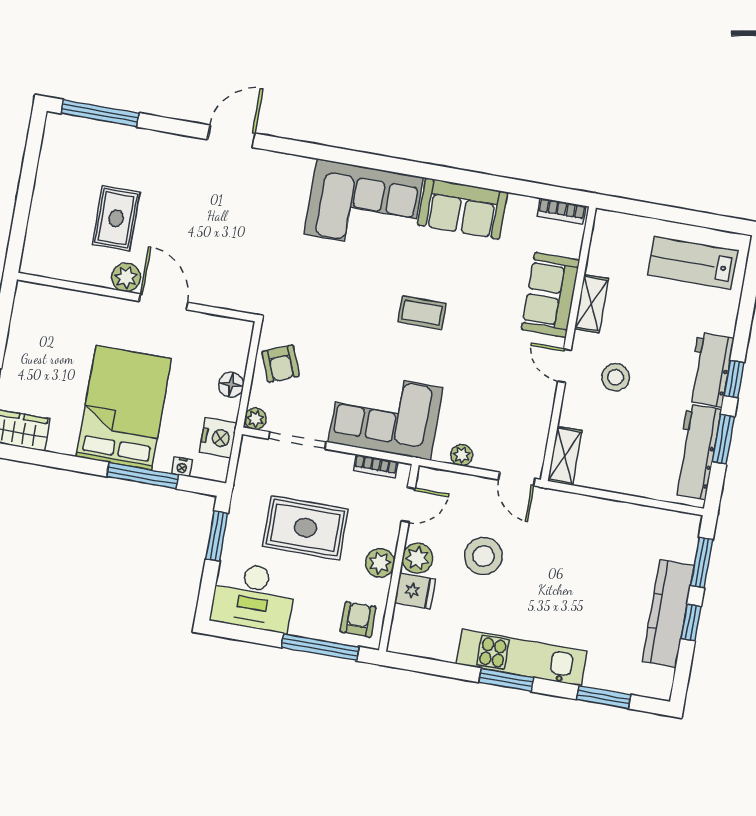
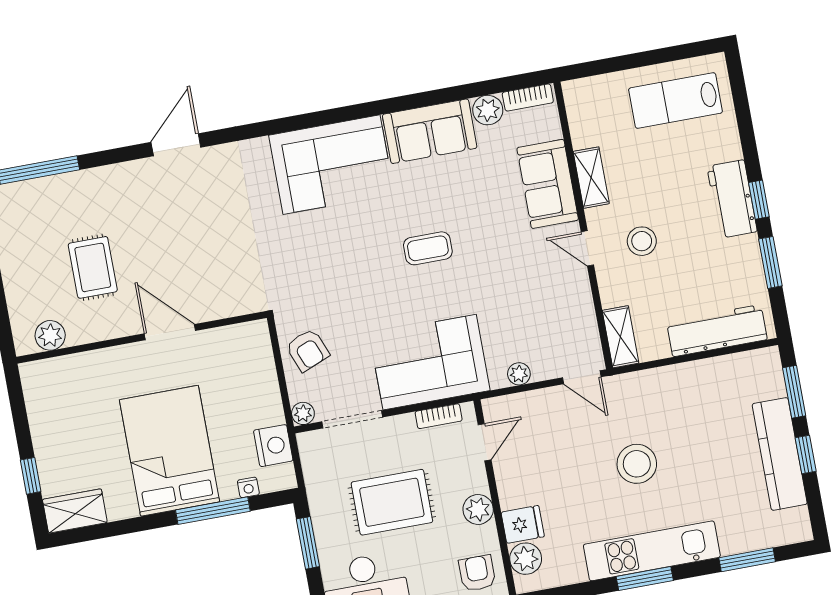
plant: (521, 209) -> (488, 110), added
plant: (126, 277) -> (50, 335), moved
floor lamp: (231, 385) -> (267, 389), removed
workbench: (697, 452) -> (717, 331), moved, turned 90
stool: (483, 556) -> (637, 464), moved
plant: (417, 558) -> (526, 559), moved

